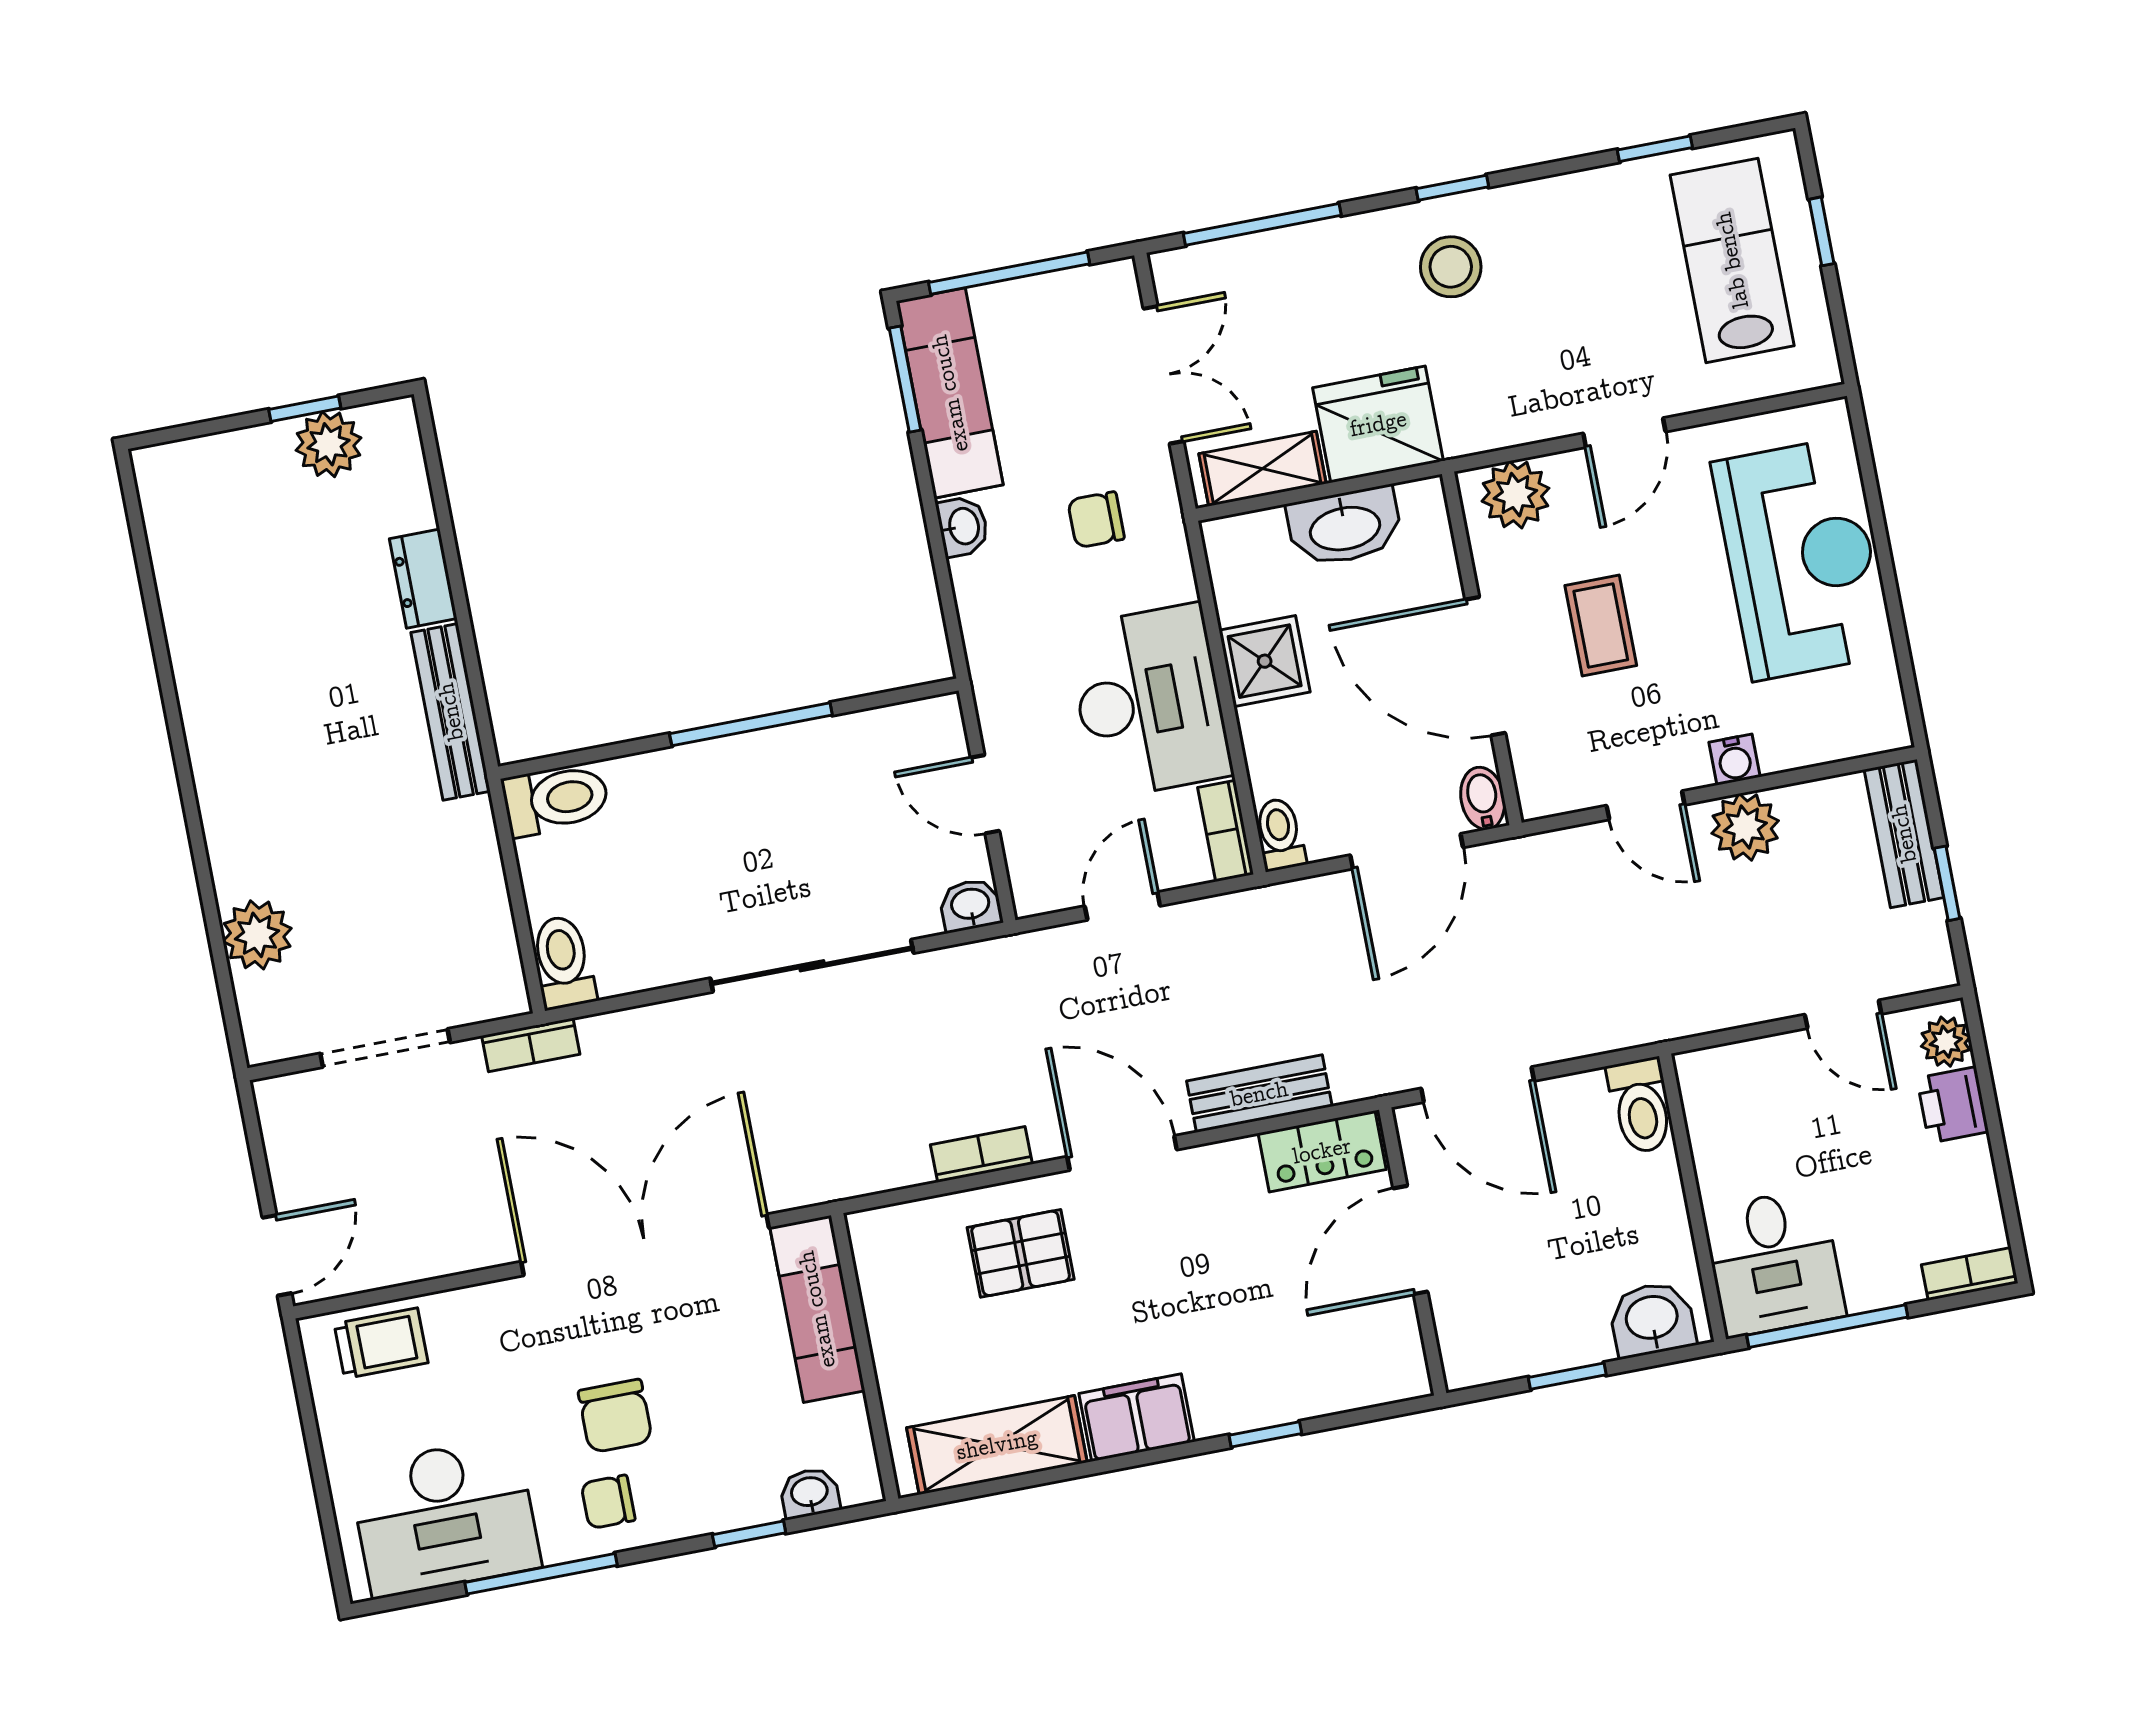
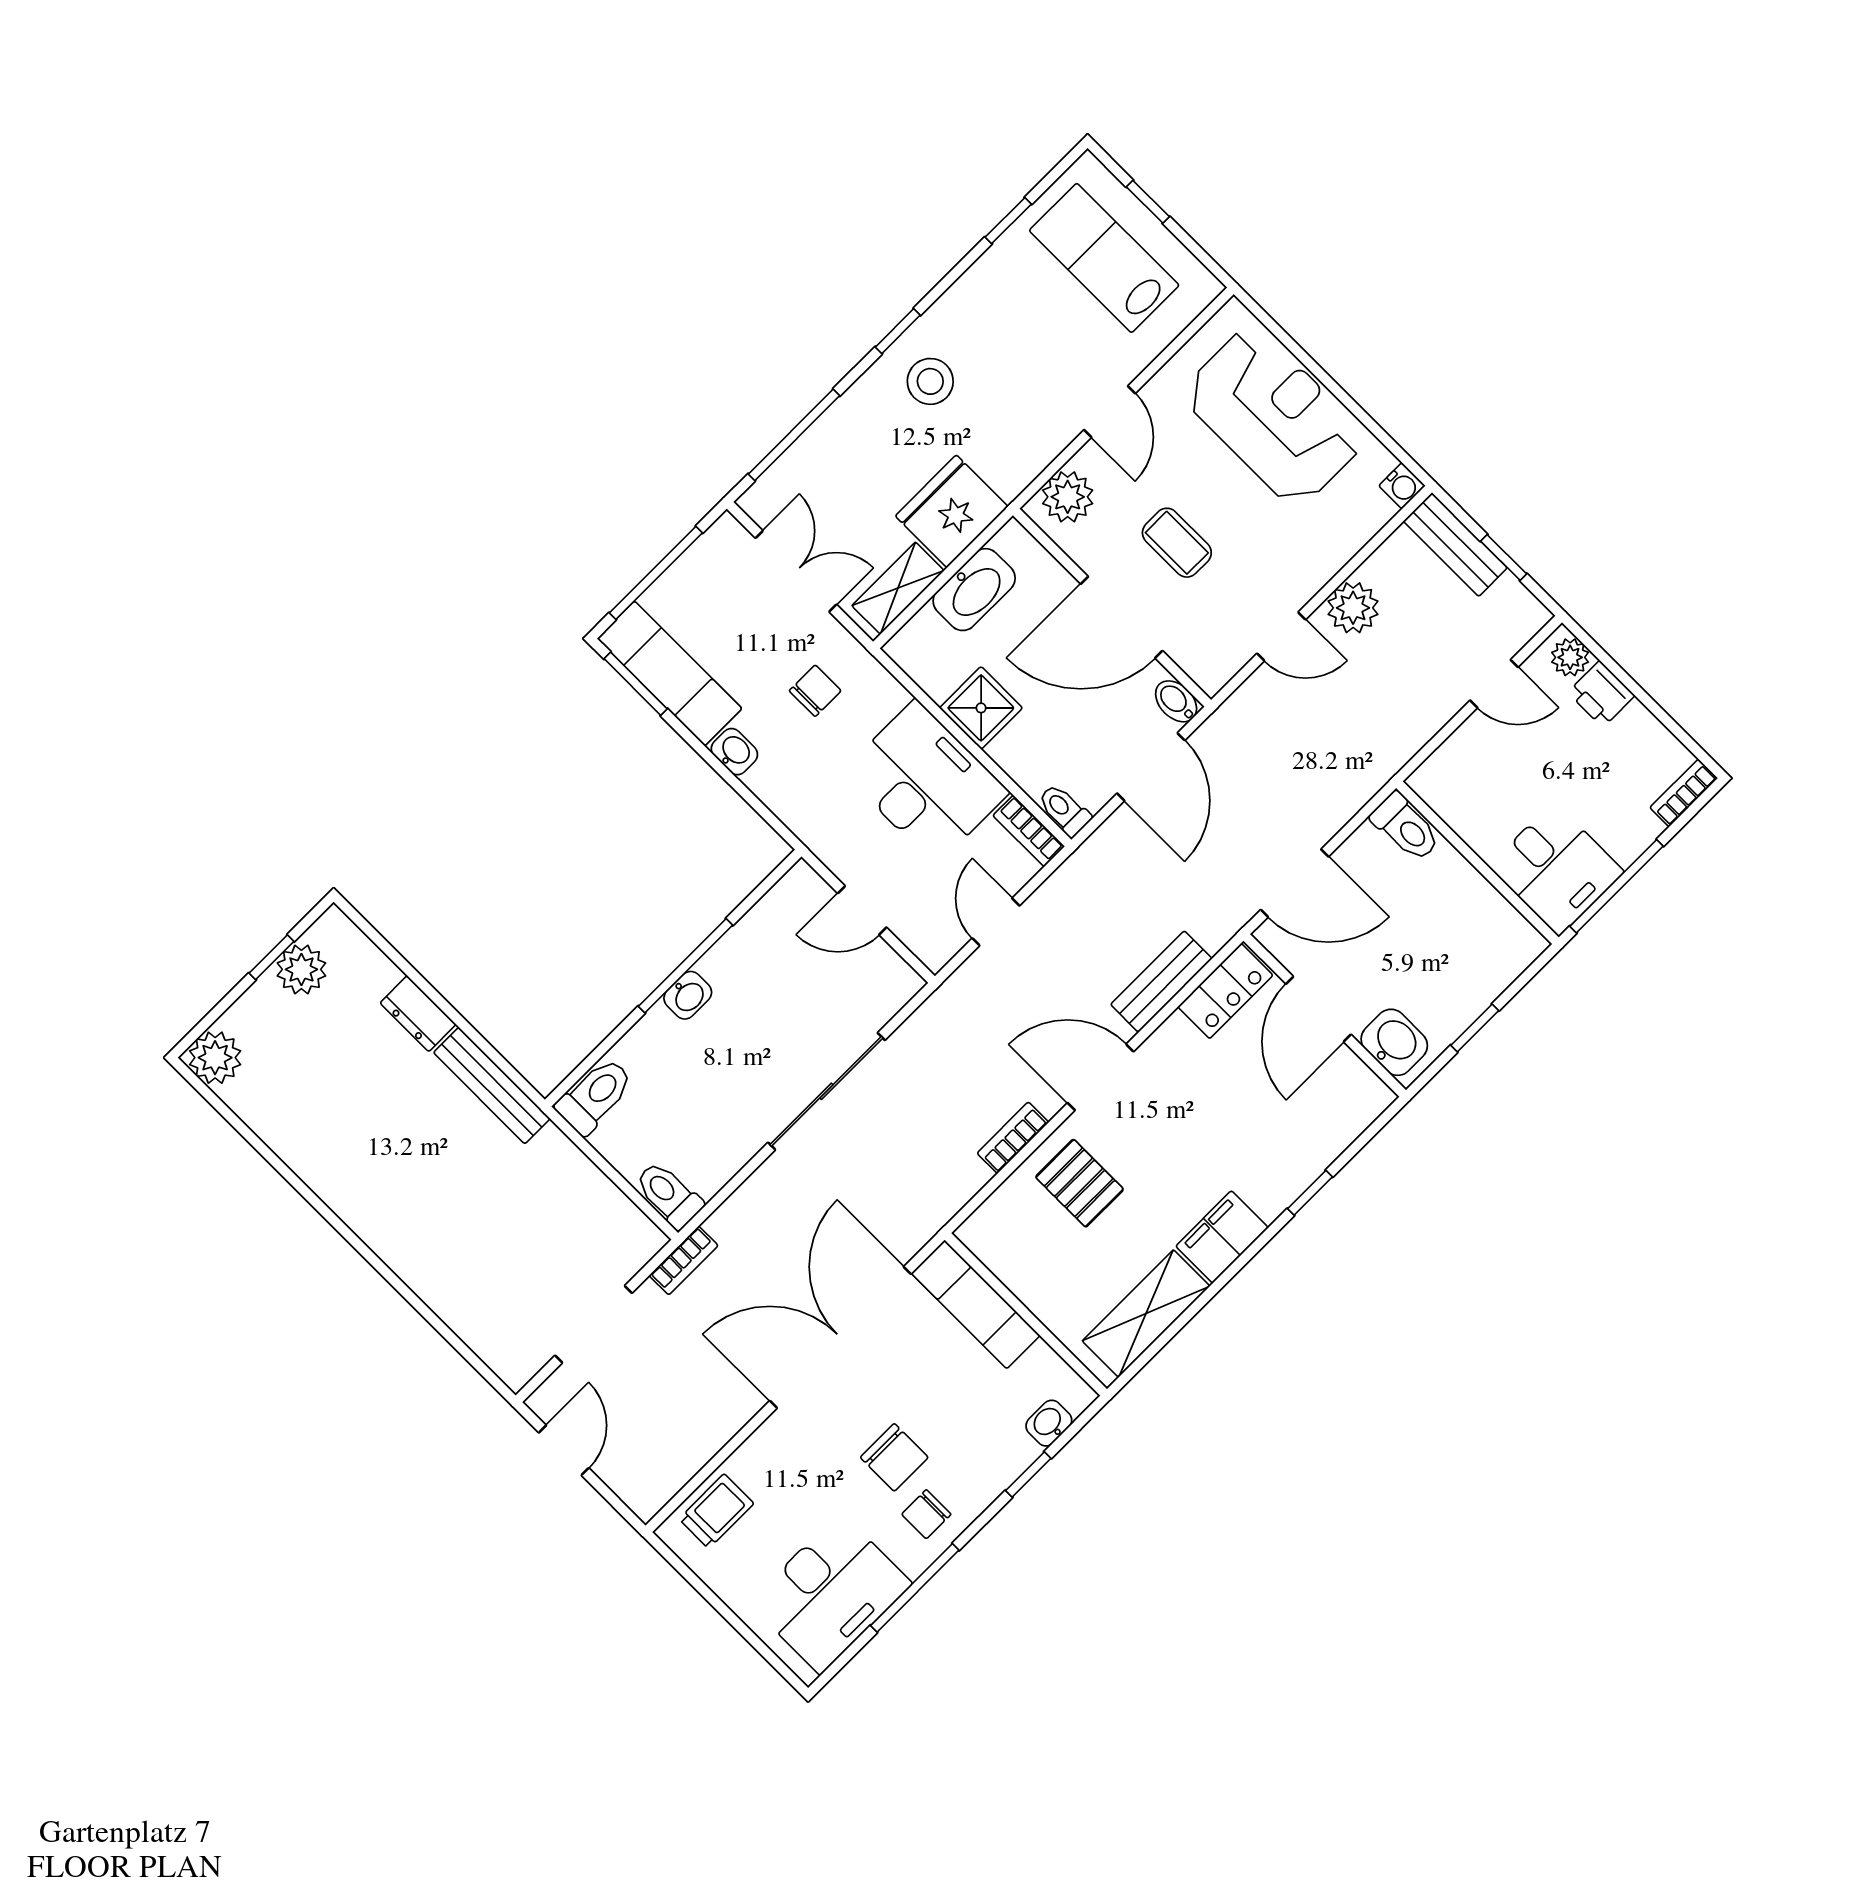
chair: (1096, 520) -> (815, 691), turned 180
water cooler: (1734, 760) -> (1402, 486), moved
washbasin: (970, 905) -> (688, 995), moved, turned 180
plant: (257, 935) -> (215, 1058), moved
pallet: (1021, 1253) -> (1080, 1183), turned 90
door: (277, 1255) -> (564, 1450), moved
washbasin: (1652, 1319) -> (1394, 1042), moved, turned 90

